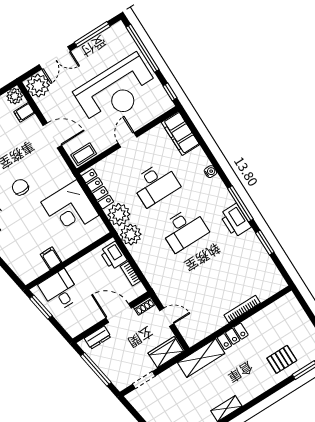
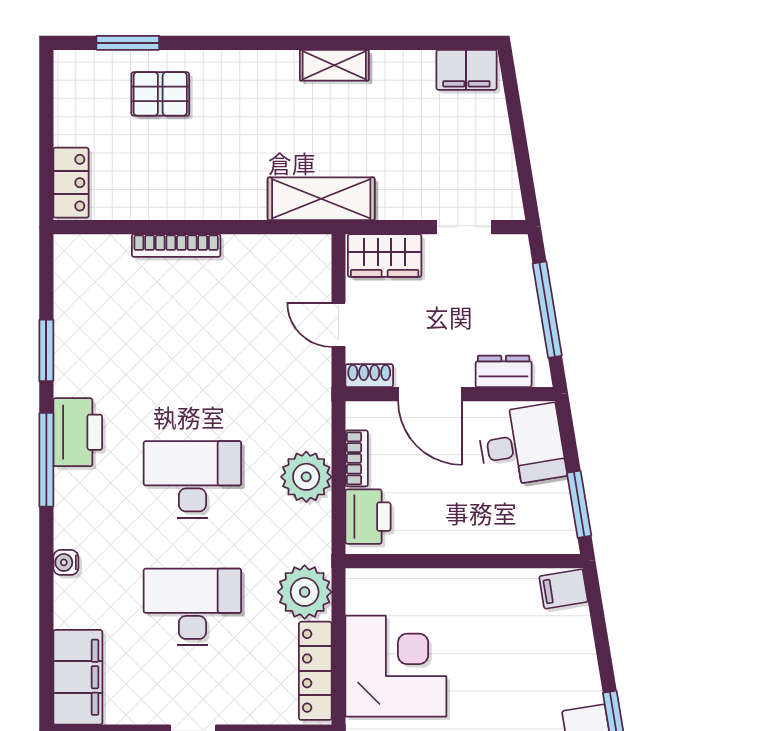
plant: (131, 234) -> (306, 477), moved
filing cabinet: (51, 258) -> (563, 589), moved, turned 81
desk: (60, 291) -> (522, 445), moved, turned -99
locker: (233, 336) -> (71, 183), moved, turned 90

